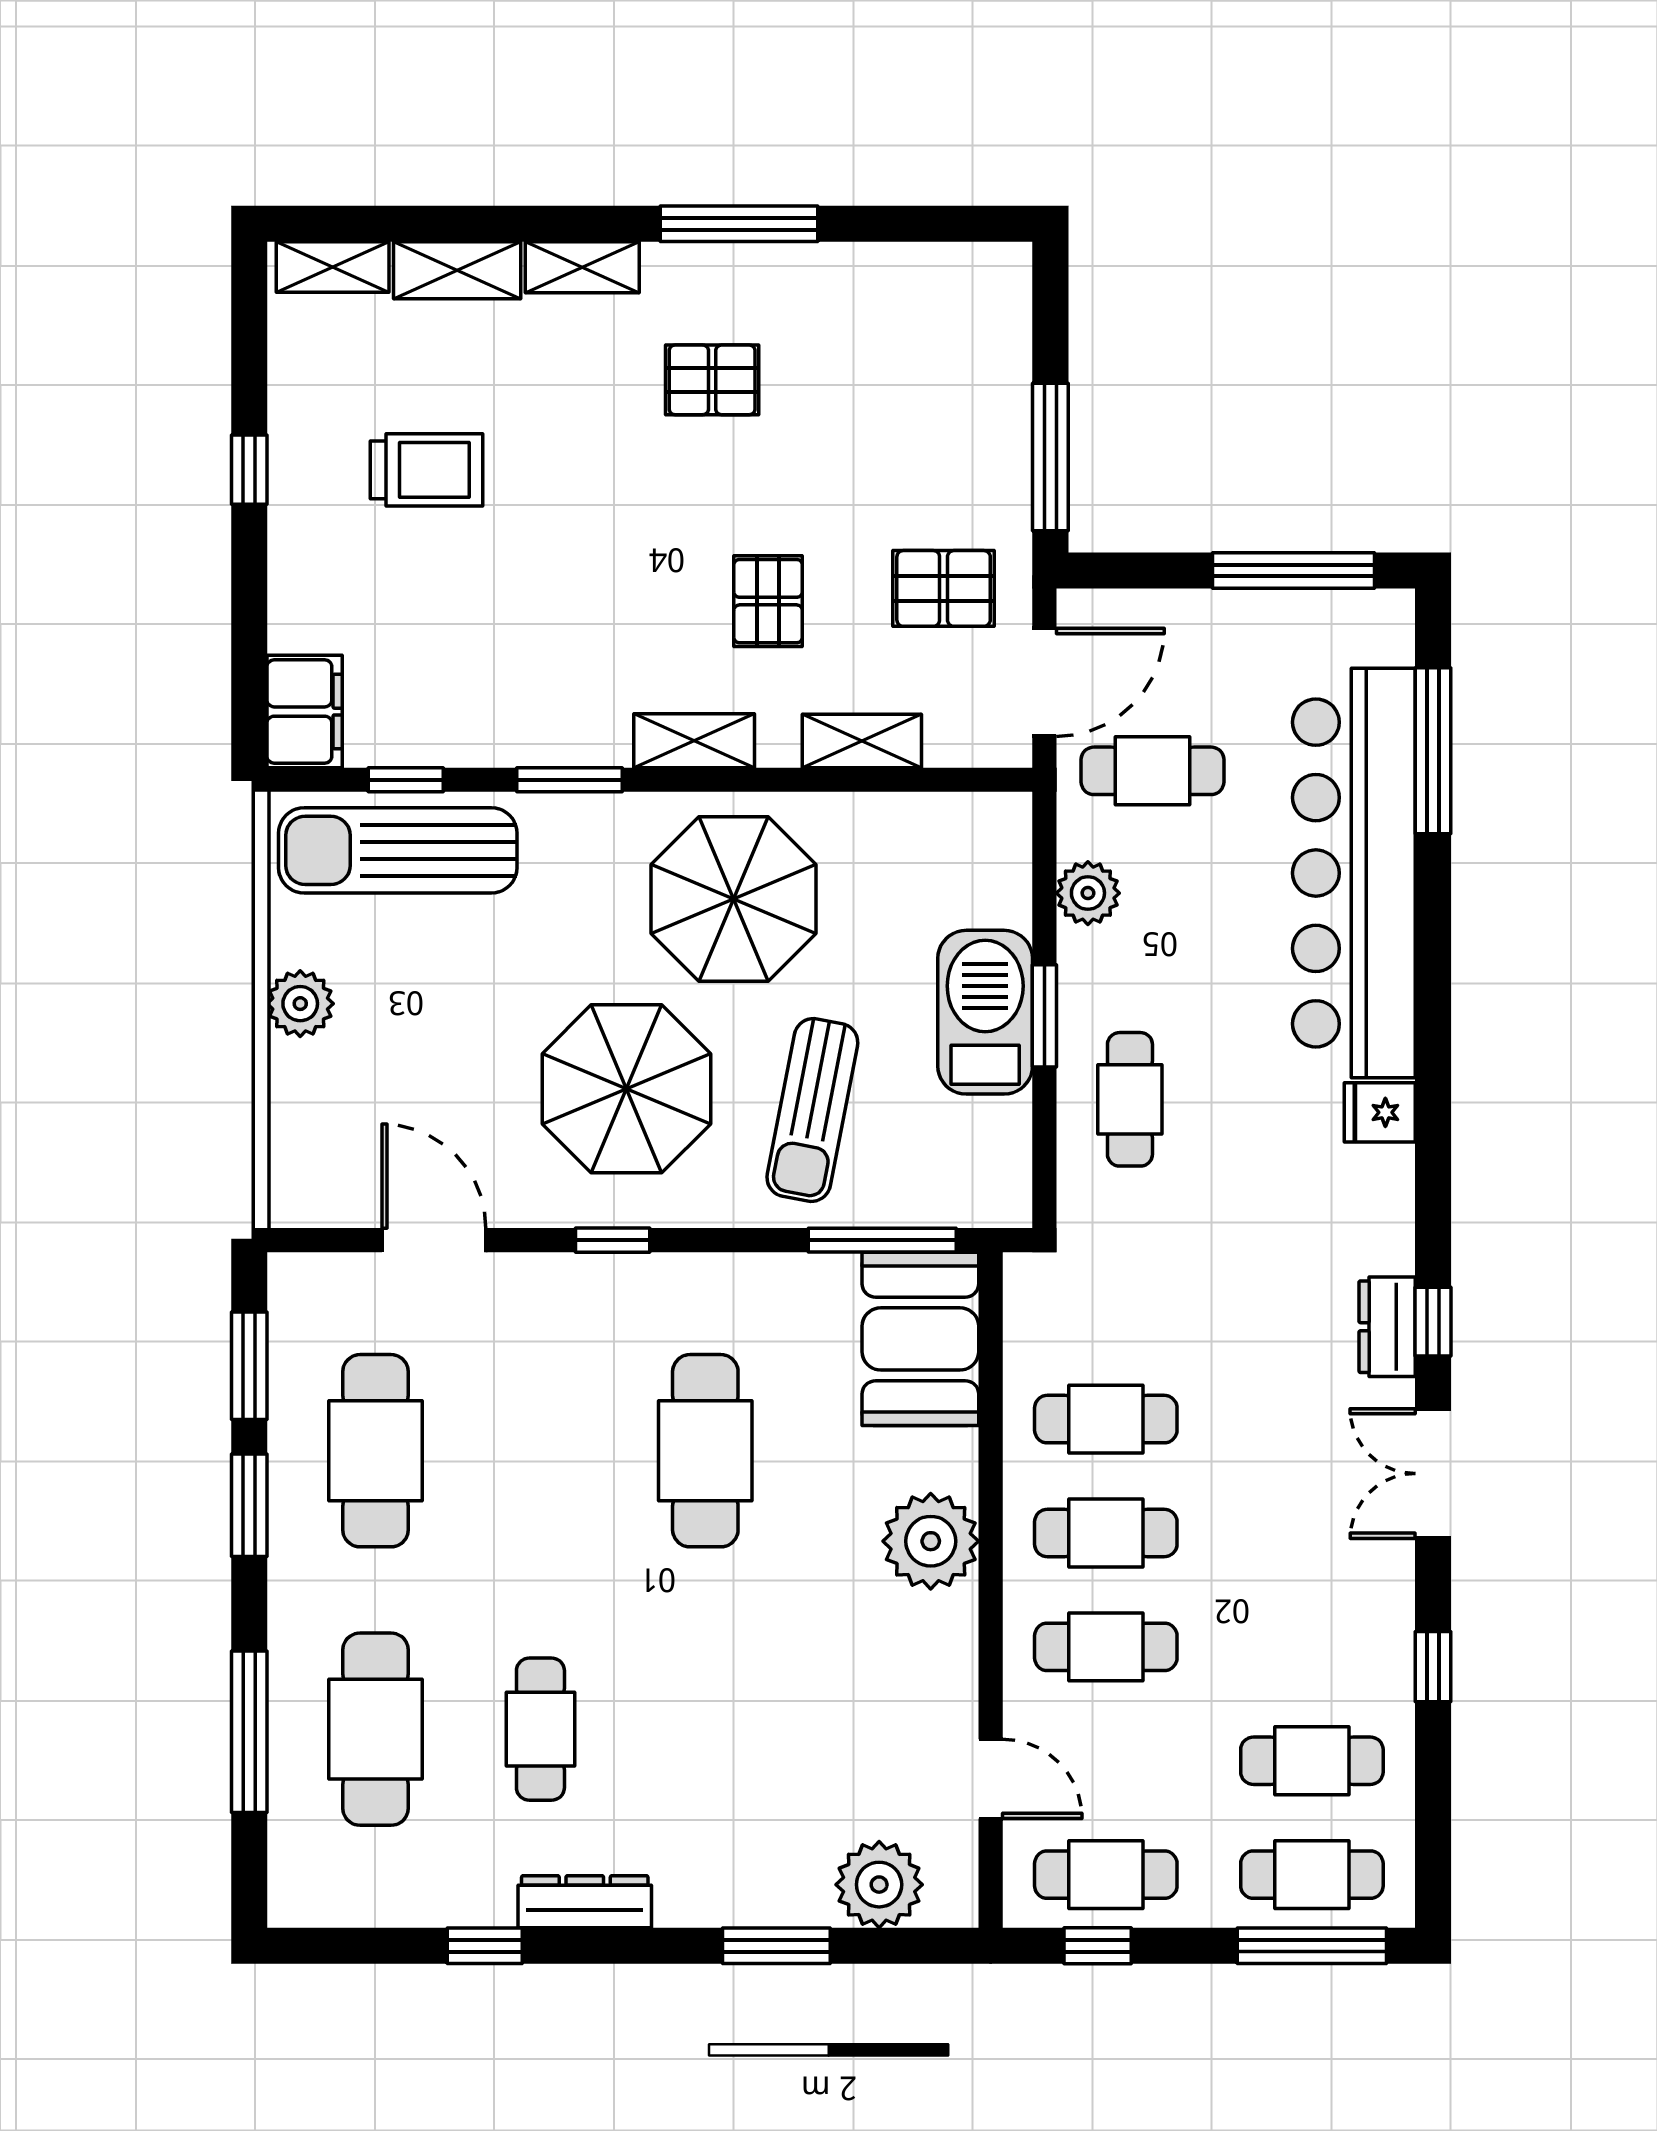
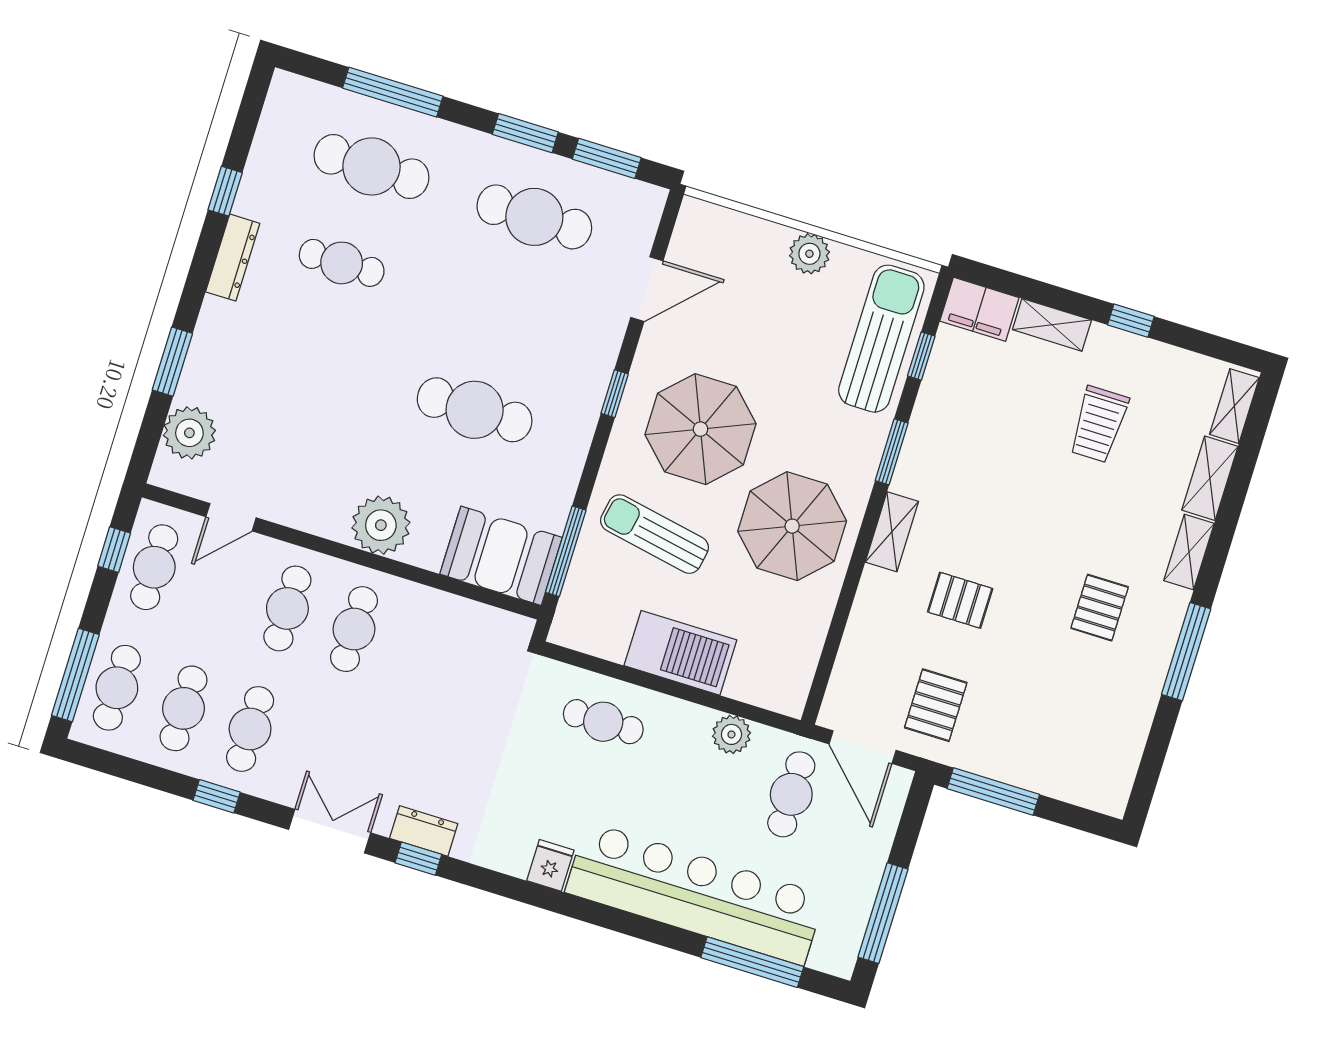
shelving: (862, 741) -> (1052, 325), moved, turned 90
window: (1044, 1016) -> (668, 687), removed
cafe table: (1106, 1419) -> (250, 729), moved

